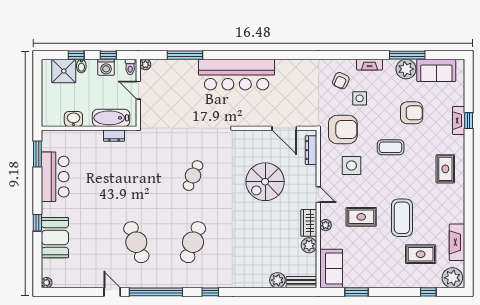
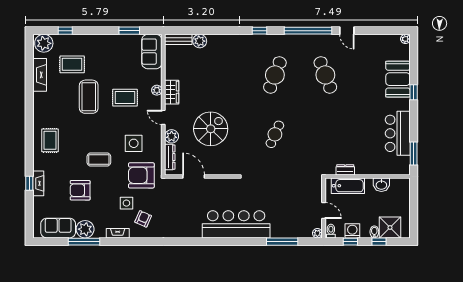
plant: (309, 245) -> (172, 136), moved

